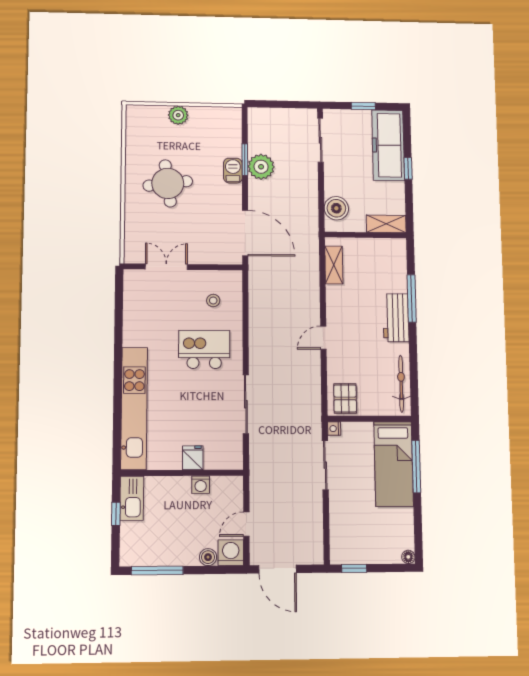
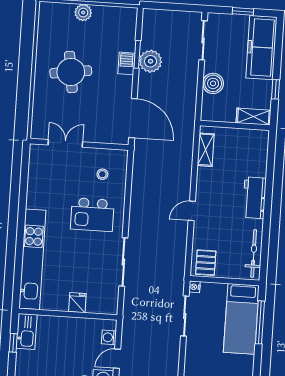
window: (408, 168) -> (275, 89), moved
boiler: (336, 208) -> (213, 83), moved
window: (412, 299) -> (269, 182), removed
kitchen island: (204, 349) -> (92, 215), turned 180
washing machine: (201, 485) -> (109, 337), moved, turned 90

